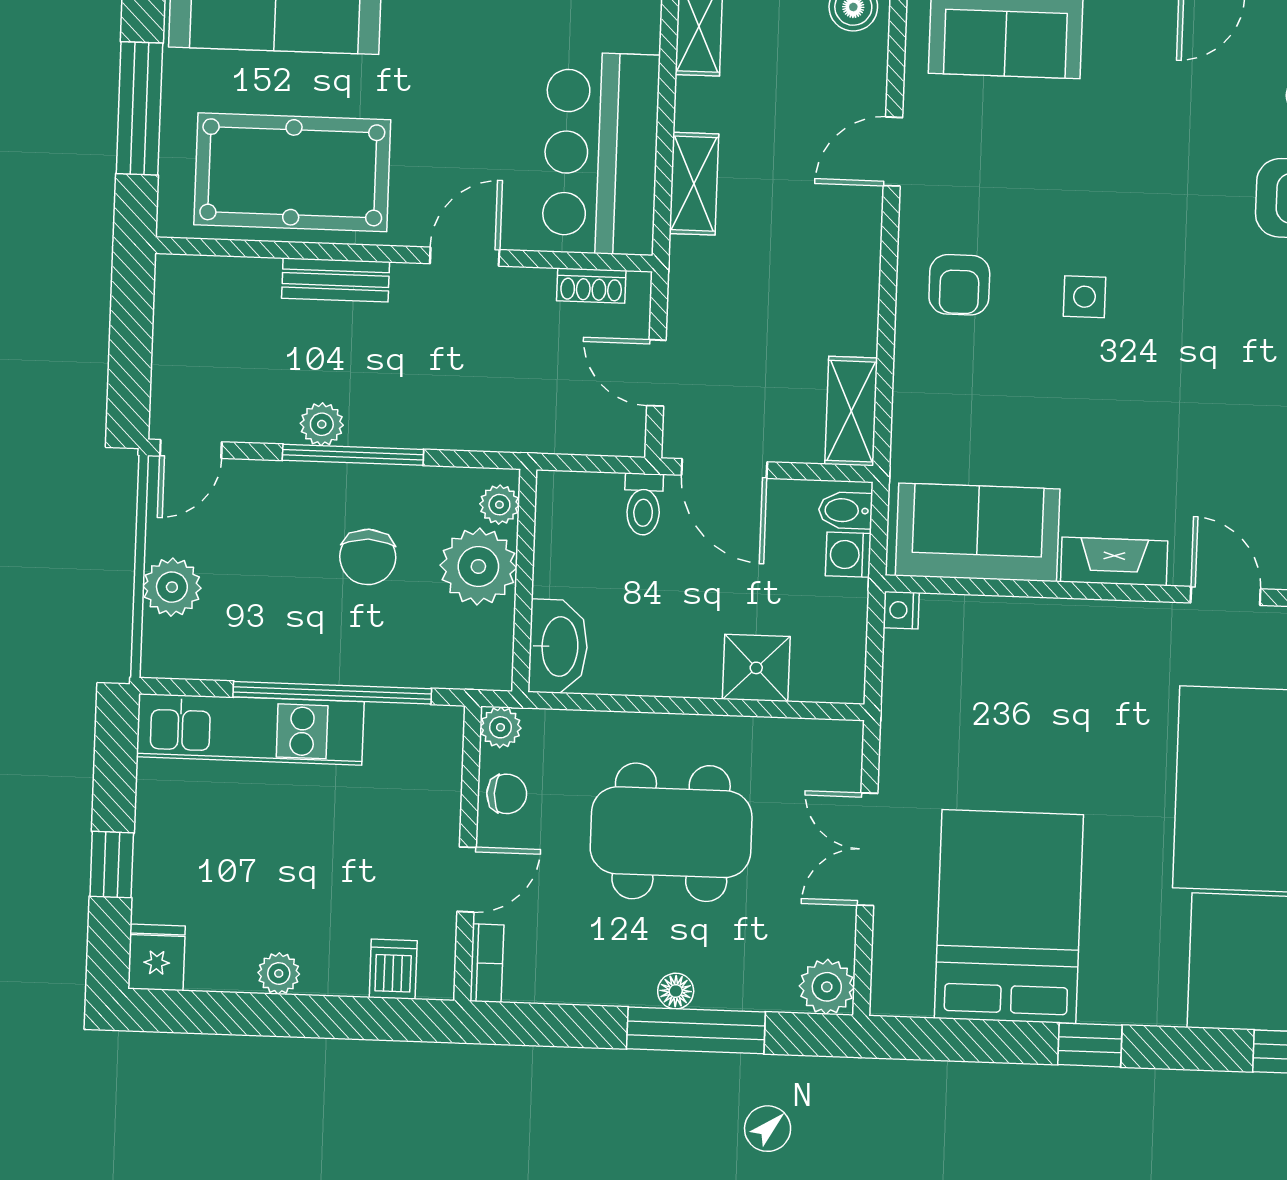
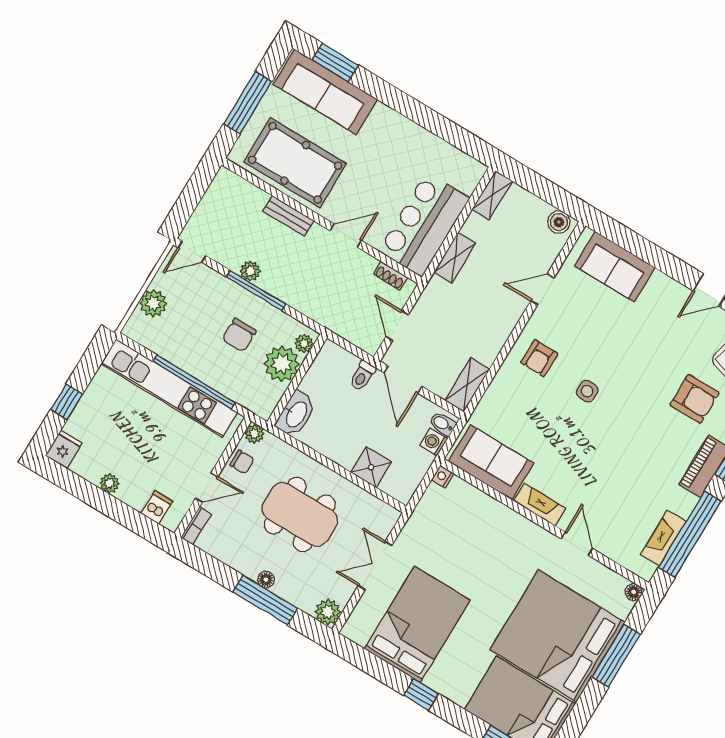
kitchen unit: (250, 729) -> (169, 388), width x1.36

